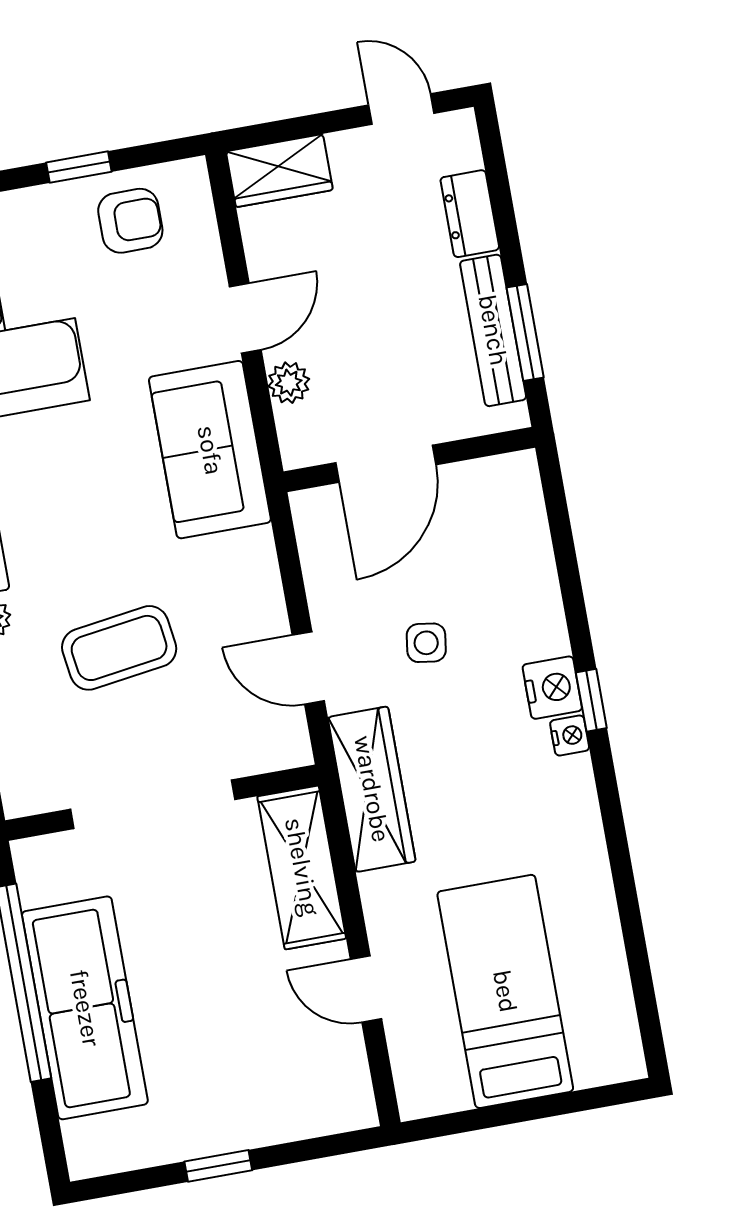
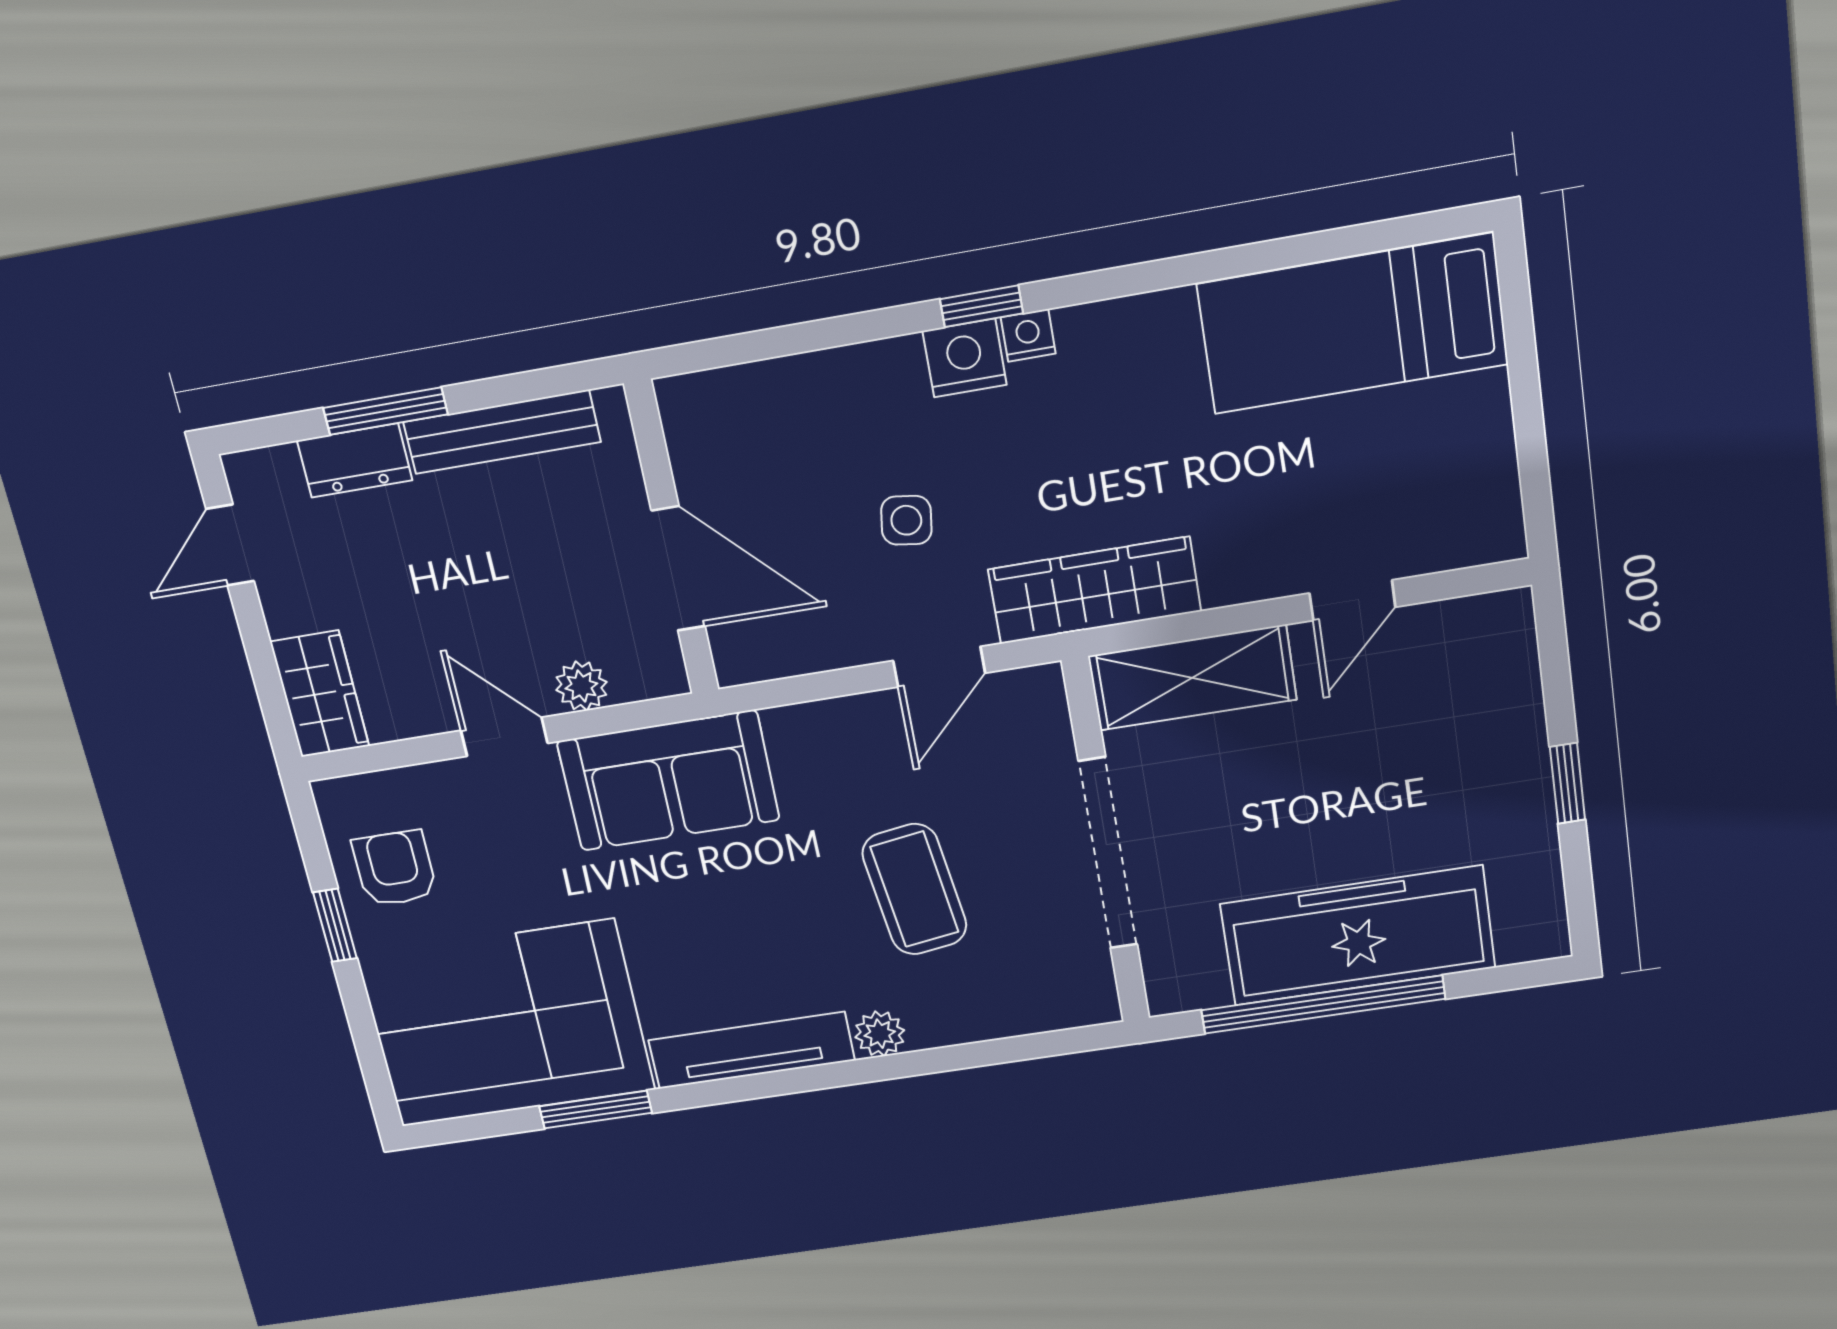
window: (525, 333) -> (385, 411), moved
bed: (505, 991) -> (1353, 324), moved

